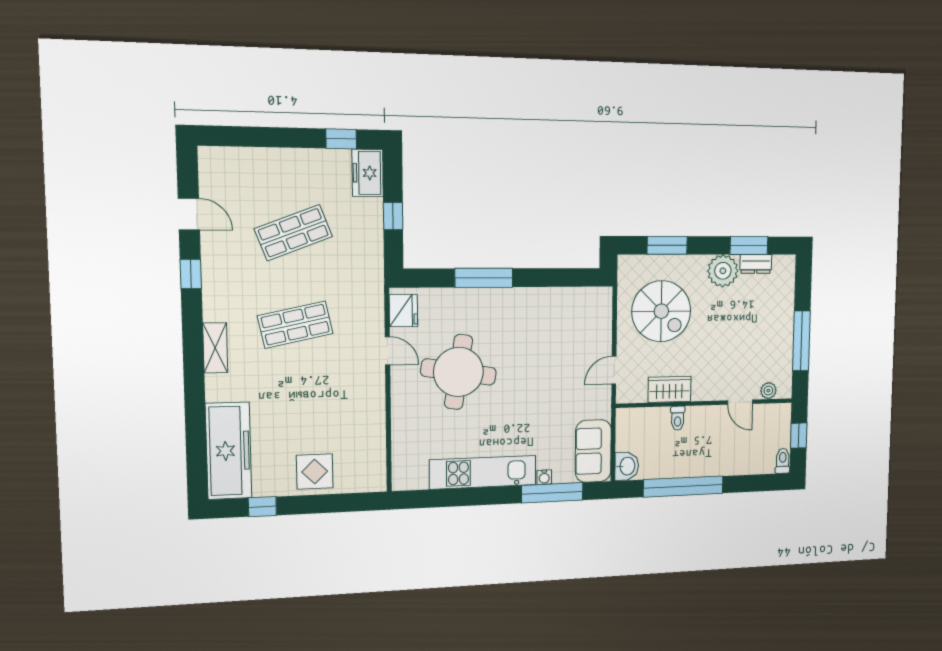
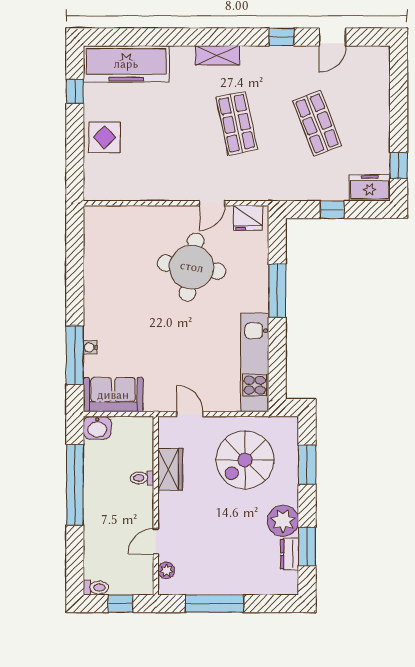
kitchen unit: (483, 472) -> (255, 362), moved, turned 180

